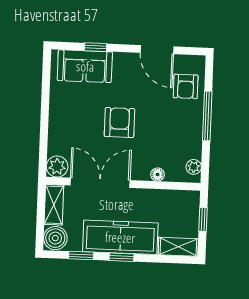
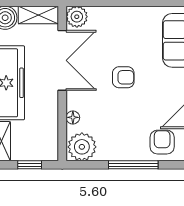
armchair: (186, 86) -> (162, 142), turned 90
armchair: (119, 123) -> (123, 77), width x0.72, depth x0.72
plant: (194, 167) -> (82, 147), width x1.88, depth x1.88

